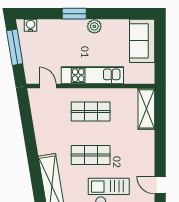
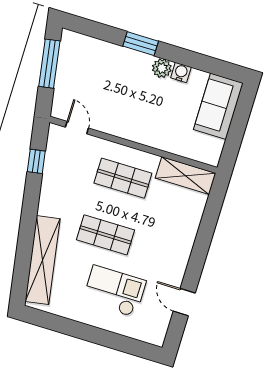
water cooler: (30, 25) -> (181, 72), moved
kitchen unit: (92, 75) -> (140, 131), removed
shelving: (146, 109) -> (186, 176), moved, turned 90
window: (26, 118) -> (36, 161), added

